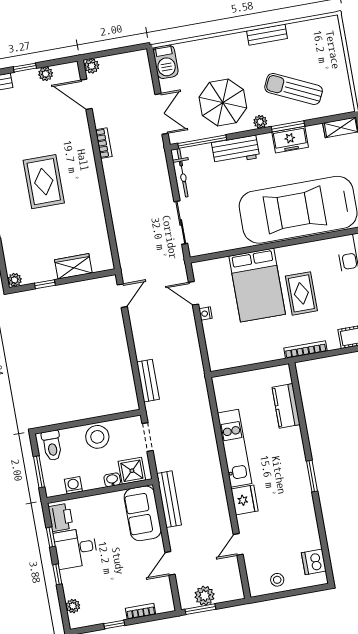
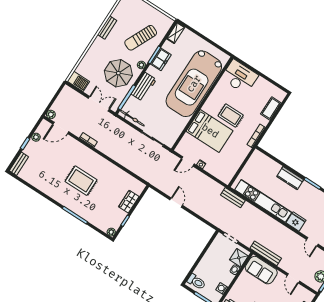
door: (122, 296) -> (176, 203), moved
bench: (148, 381) -> (233, 198), moved
kitchen counter: (286, 406) -> (290, 178), moved
stool: (97, 437) -> (211, 259), removed
kitchen unit: (235, 448) -> (263, 201), width x1.36

